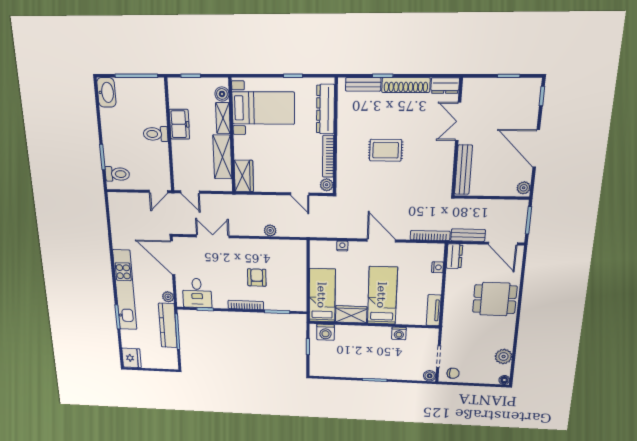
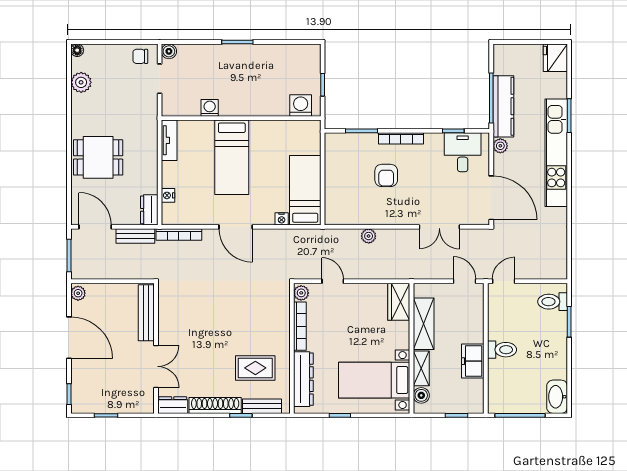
rug: (386, 150) -> (255, 368), moved
bed: (322, 295) -> (305, 190), moved, turned 180
wardrobe: (351, 314) -> (269, 131), removed

